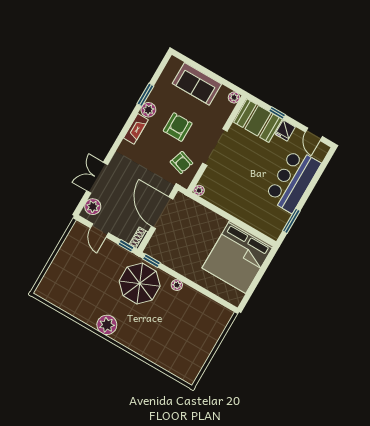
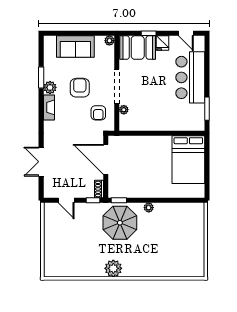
armchair: (181, 163) -> (98, 113), turned 72
plant: (199, 190) -> (124, 110), moved
plant: (93, 207) -> (51, 185), removed
bed: (238, 257) -> (188, 160), width x0.73

